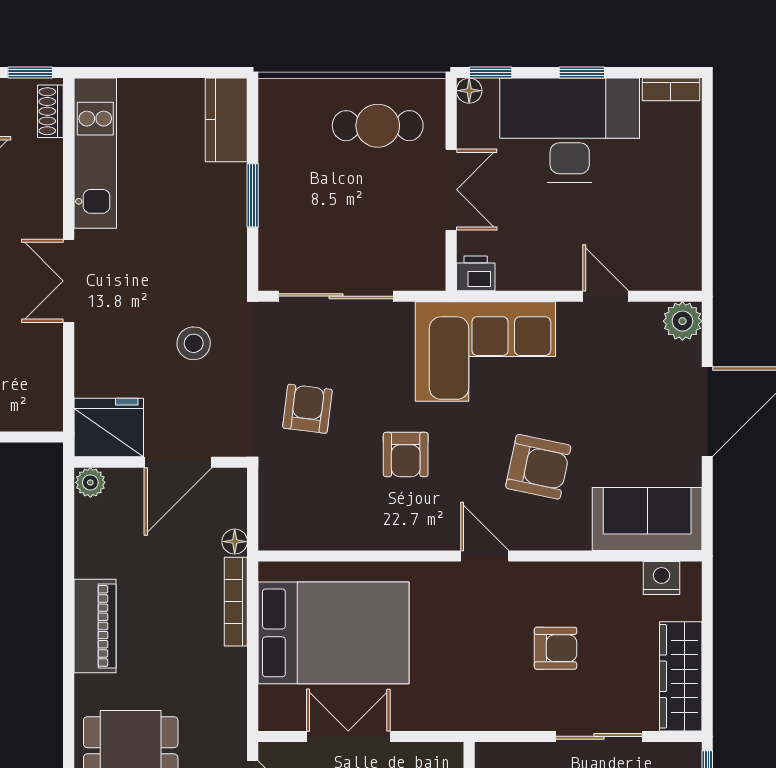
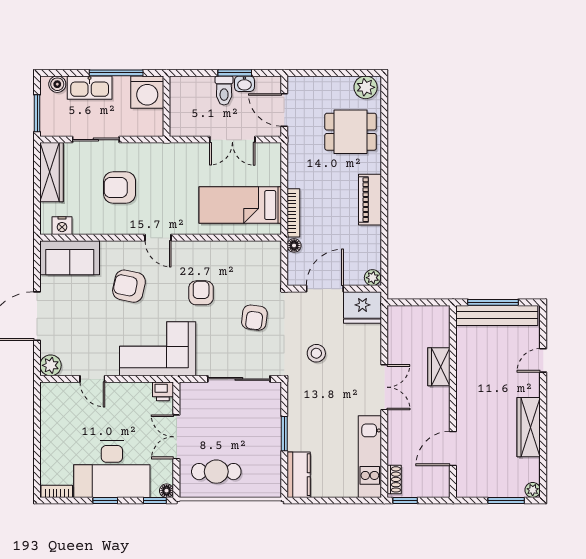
bed: (334, 633) -> (240, 205), width x0.67
armchair: (556, 648) -> (120, 188), width x1.38, depth x1.38

